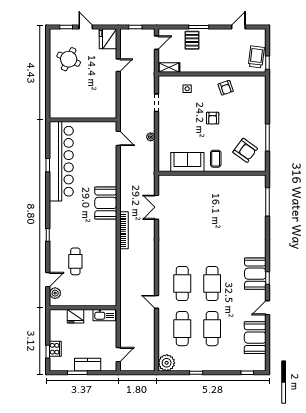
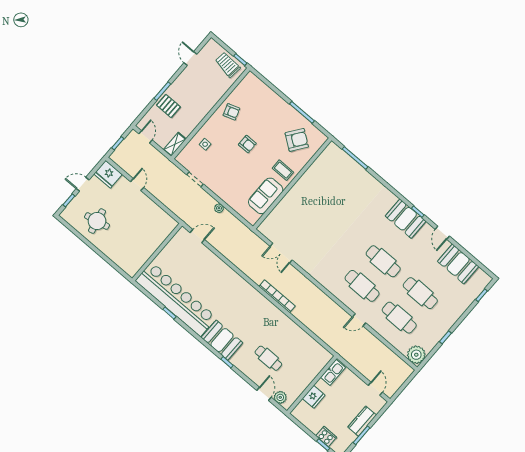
round table: (69, 59) -> (97, 221), turned -37
booth: (106, 203) -> (222, 340), moved

